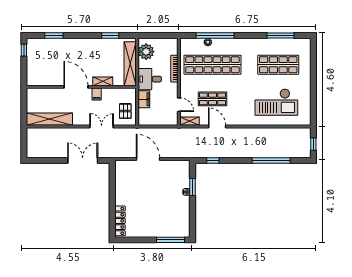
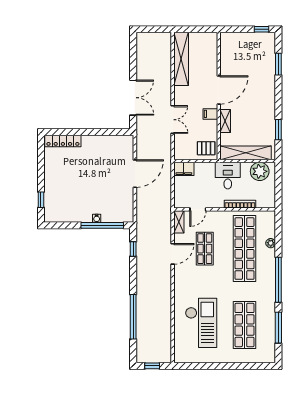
window: (215, 36) -> (278, 280), moved
filing cabinet: (144, 99) -> (184, 169), moved
checkout: (276, 102) -> (201, 323), turned 180
pallet: (125, 111) -> (206, 148), moved
window: (193, 187) -> (102, 225), width x2.11
window: (171, 240) -> (41, 200), width x0.46

